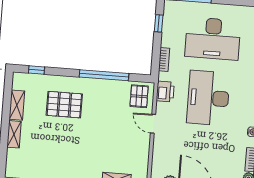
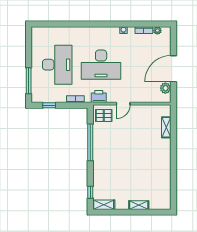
shelving: (17, 105) -> (104, 205), moved
pallet: (64, 105) -> (114, 170), removed

